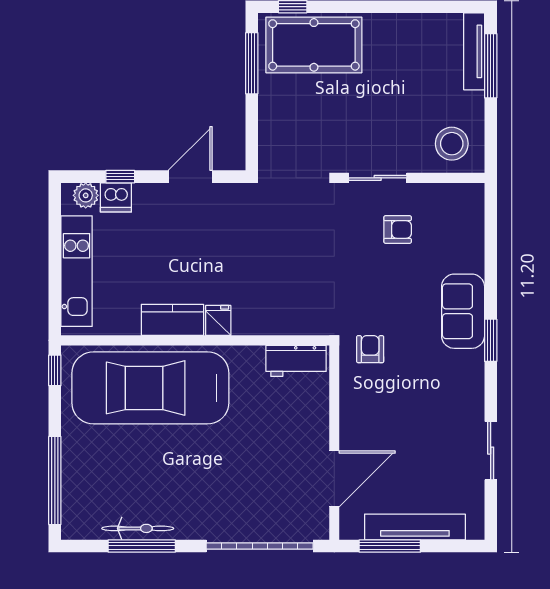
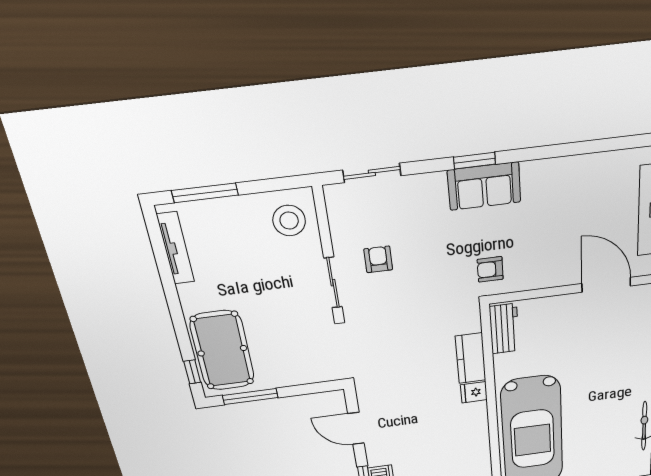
tv unit: (474, 51) -> (176, 248), moved, turned -90
sofa: (463, 311) -> (484, 186), moved
kitchen counter: (172, 320) -> (471, 358), moved
sliding door: (491, 451) -> (372, 173), moved

